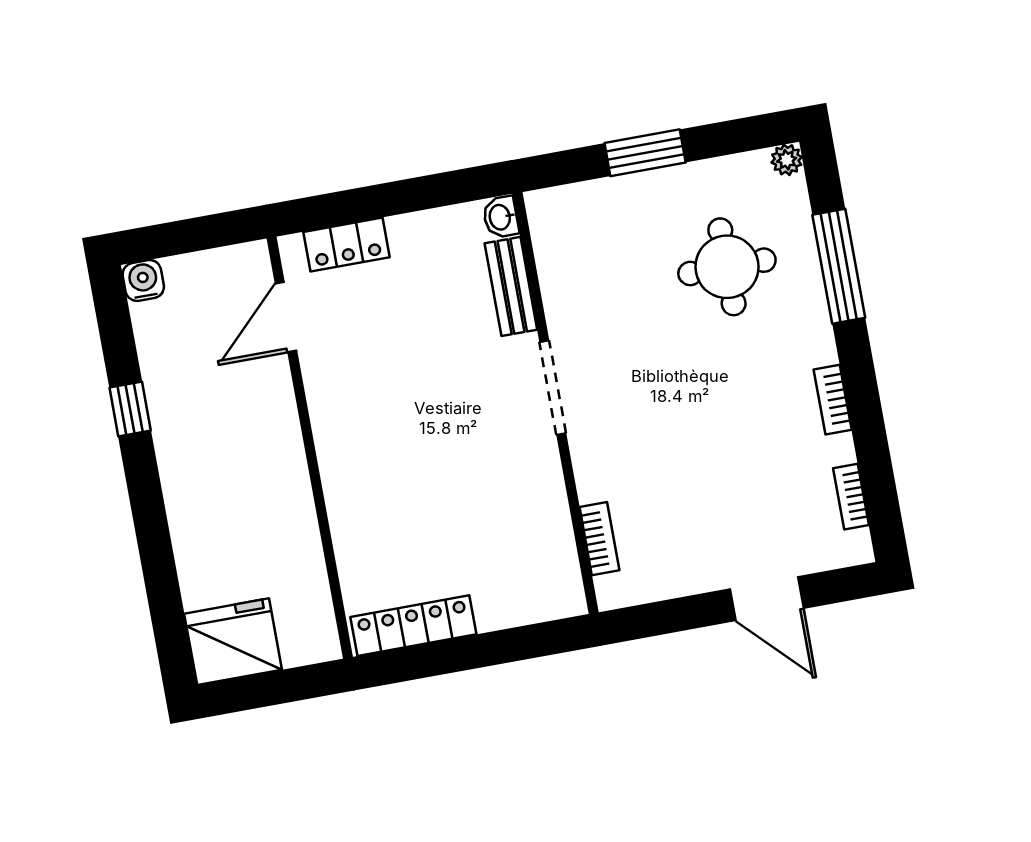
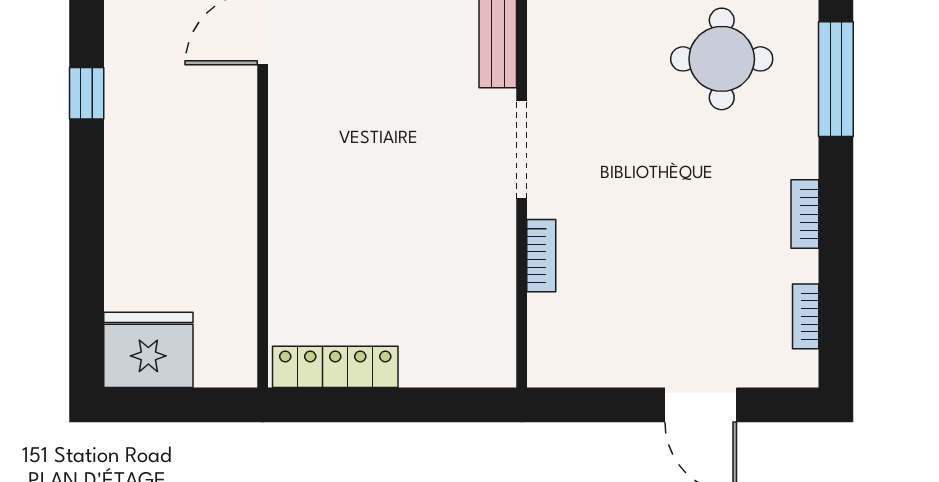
bookcase: (599, 539) -> (541, 256), moved

